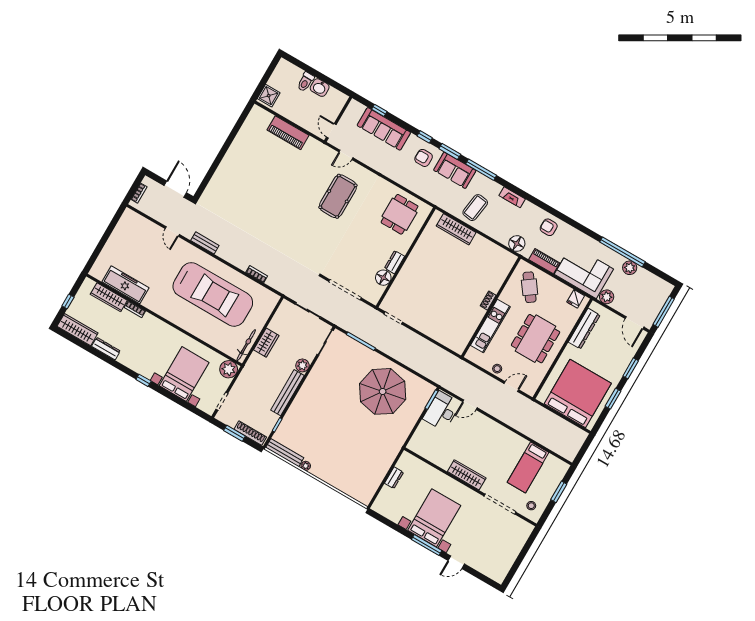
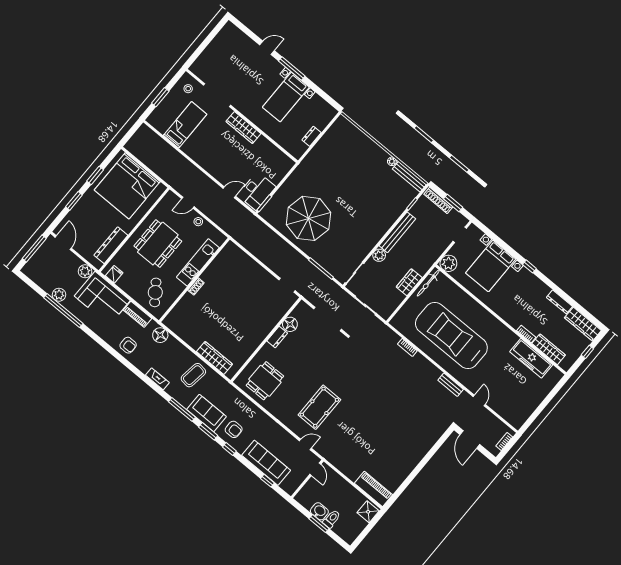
window: (318, 75) -> (319, 524), added
piano: (288, 133) -> (373, 489), moved
bed with nightstands: (434, 518) -> (286, 97), width x0.73

